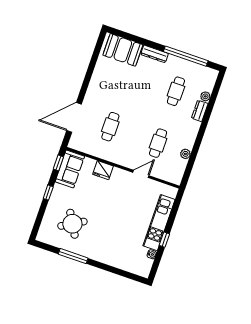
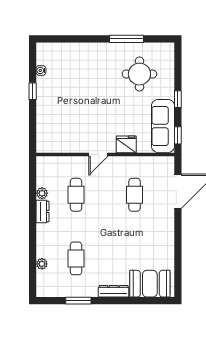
window: (186, 56) -> (78, 301), width x0.47
dresser: (200, 111) -> (43, 211), moved
sofa: (70, 169) -> (163, 126), width x1.36
door: (141, 174) -> (98, 154), moved
kitchen unit: (159, 223) -> (45, 108), removed
round table: (72, 224) -> (139, 74), turned 30

